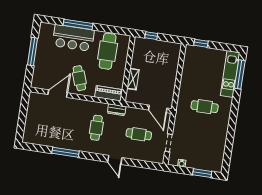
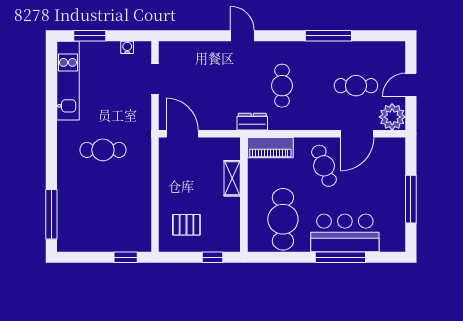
pallet: (163, 56) -> (186, 225), added
kitchen unit: (230, 74) -> (68, 81), moved
plant: (36, 100) -> (392, 117), added
door: (22, 117) -> (411, 85), added
cafe table: (139, 134) -> (356, 86), moved

